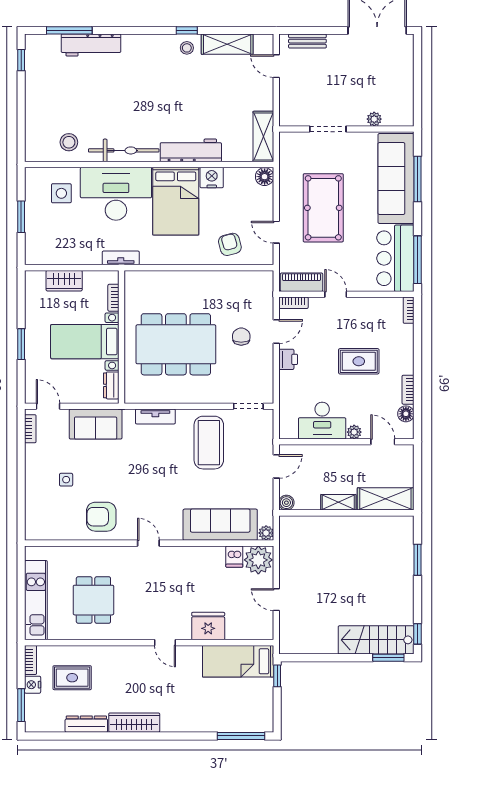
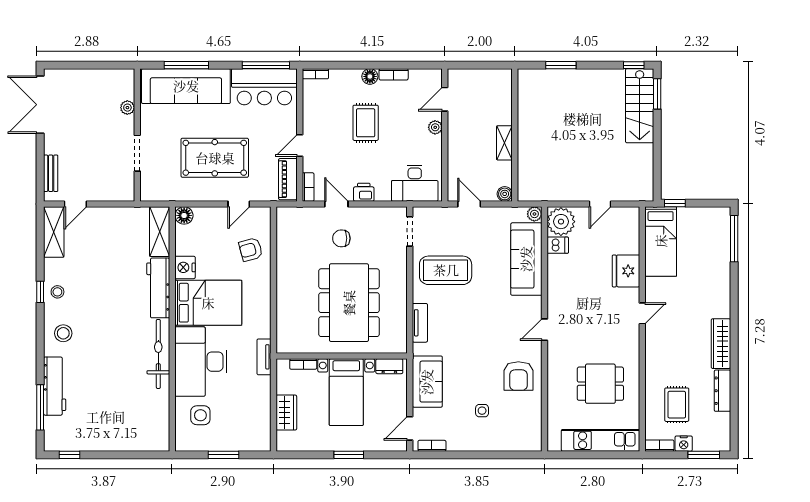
shelving: (227, 44) -> (54, 232), moved
shelving: (263, 136) -> (160, 232), moved, turned 90
stool: (69, 142) -> (63, 333), moved
floor lamp: (406, 414) -> (370, 76), moved
desk: (322, 421) -> (415, 183), moved, turned 90
shelving: (385, 499) -> (501, 97), removed

